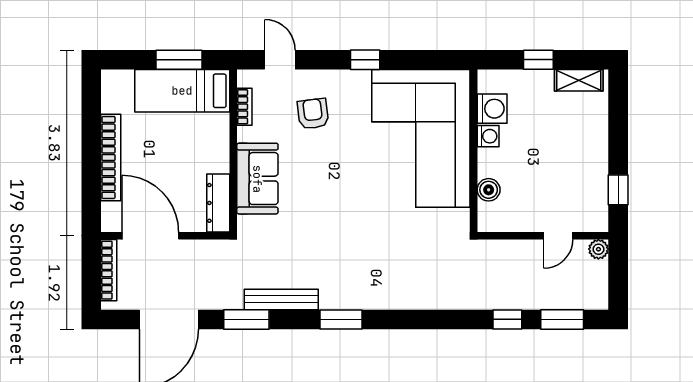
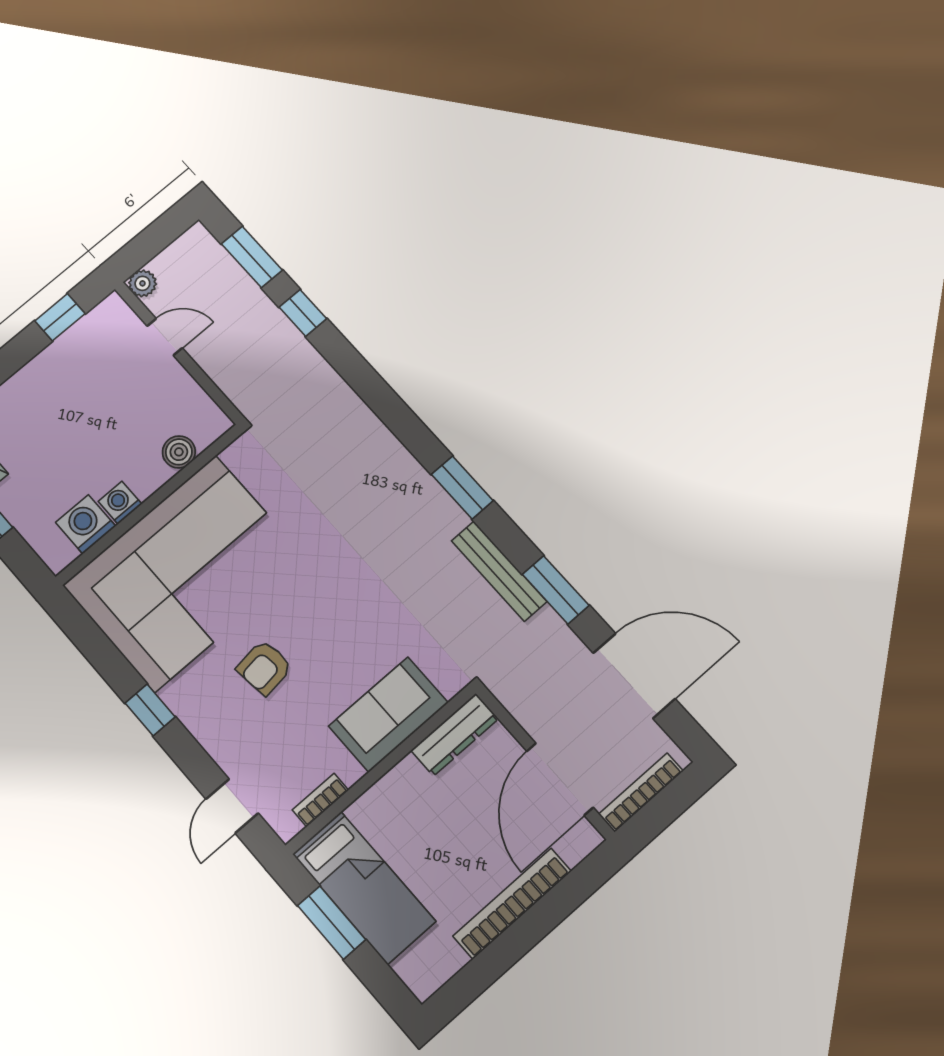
armchair: (313, 114) -> (264, 668), moved

